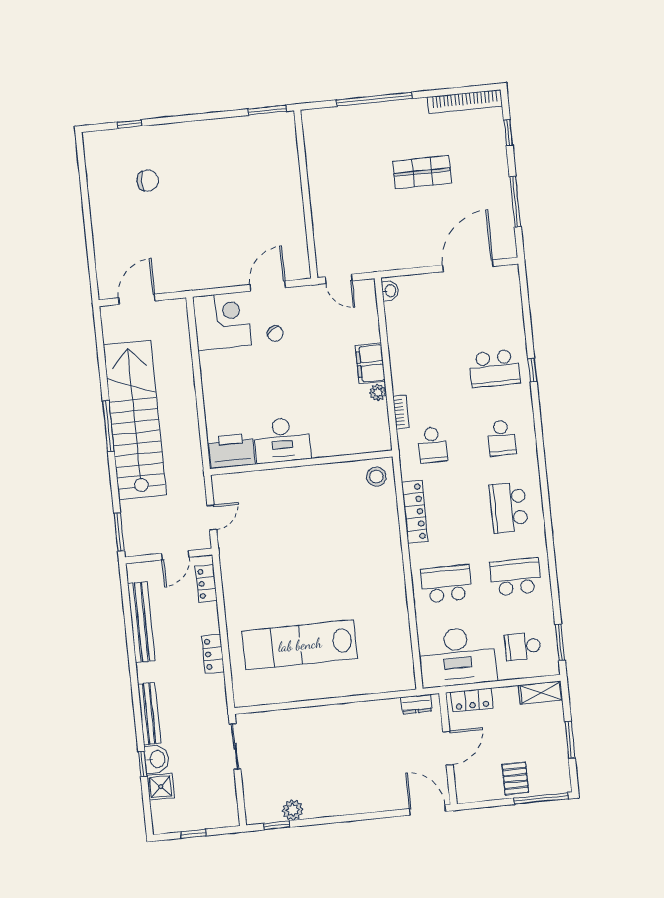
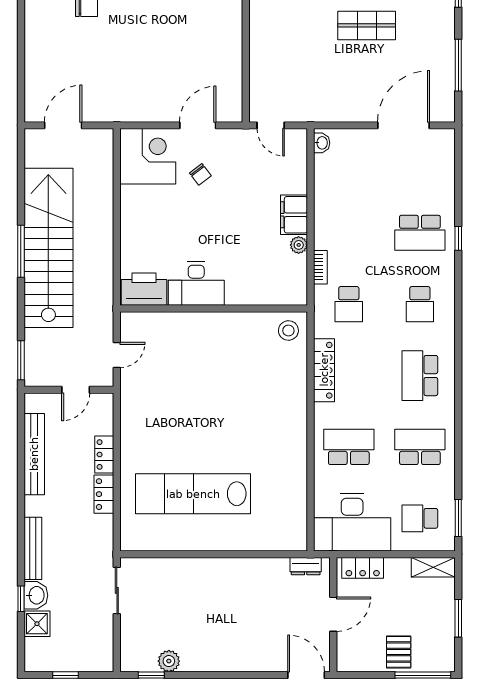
locker: (206, 583) -> (104, 455), moved

